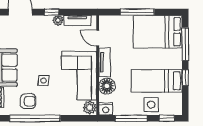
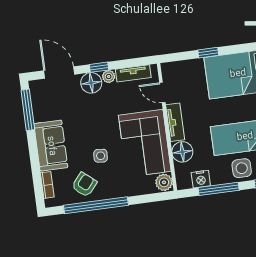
window: (137, 12) -> (208, 53), width x0.46
floor lamp: (44, 23) -> (91, 83), added
armchair: (28, 101) -> (84, 185), turned -50
nightstand: (106, 109) -> (201, 179), moved

